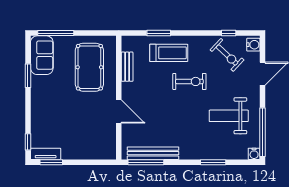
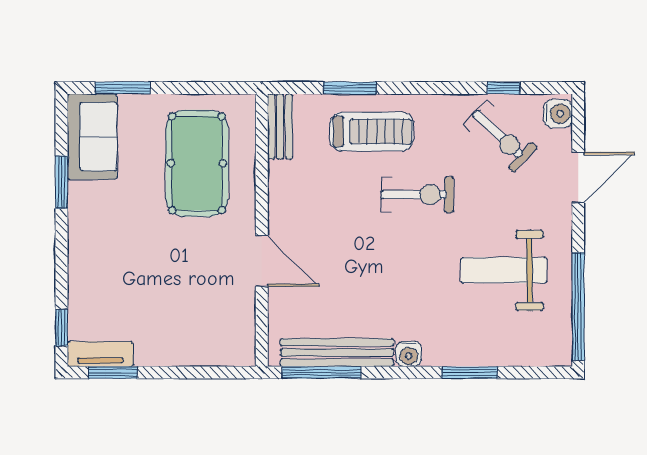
window: (56, 33) -> (123, 88), width x0.69
bench: (127, 67) -> (280, 126), moved
water cooler: (254, 154) -> (409, 354), moved

